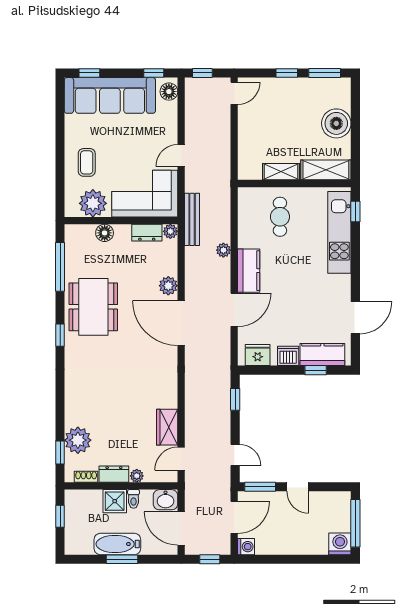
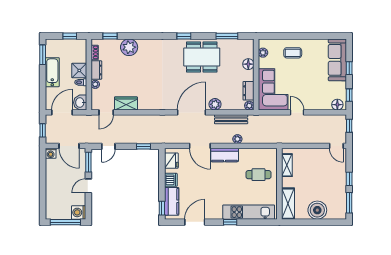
window: (89, 73) -> (349, 68), moved
sofa: (110, 95) -> (337, 60), width x0.74, depth x0.79
shelving: (281, 172) -> (287, 165), moved
plant: (93, 203) -> (263, 53), width x0.53, depth x0.53
window: (355, 211) -> (230, 222), moved
bench: (192, 219) -> (231, 119), moved
window: (60, 267) -> (227, 36), width x0.69
door: (355, 318) -> (195, 222), swing flipped
window: (316, 370) -> (162, 208), moved
plant: (78, 440) -> (129, 47), moved
door: (181, 459) -> (106, 112), swing flipped
washing machine: (340, 544) -> (79, 212), moved, turned 180
window: (122, 559) -> (43, 55), moved

